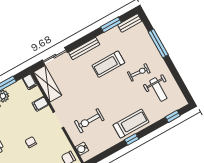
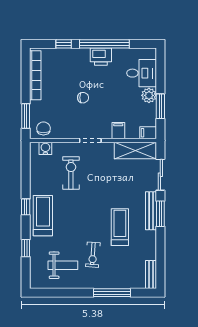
window: (111, 25) -> (160, 214), moved
weight bench: (158, 89) -> (63, 265), turned 180
window: (173, 116) -> (26, 248), moved
treadmill: (131, 124) -> (43, 216), turned 180

